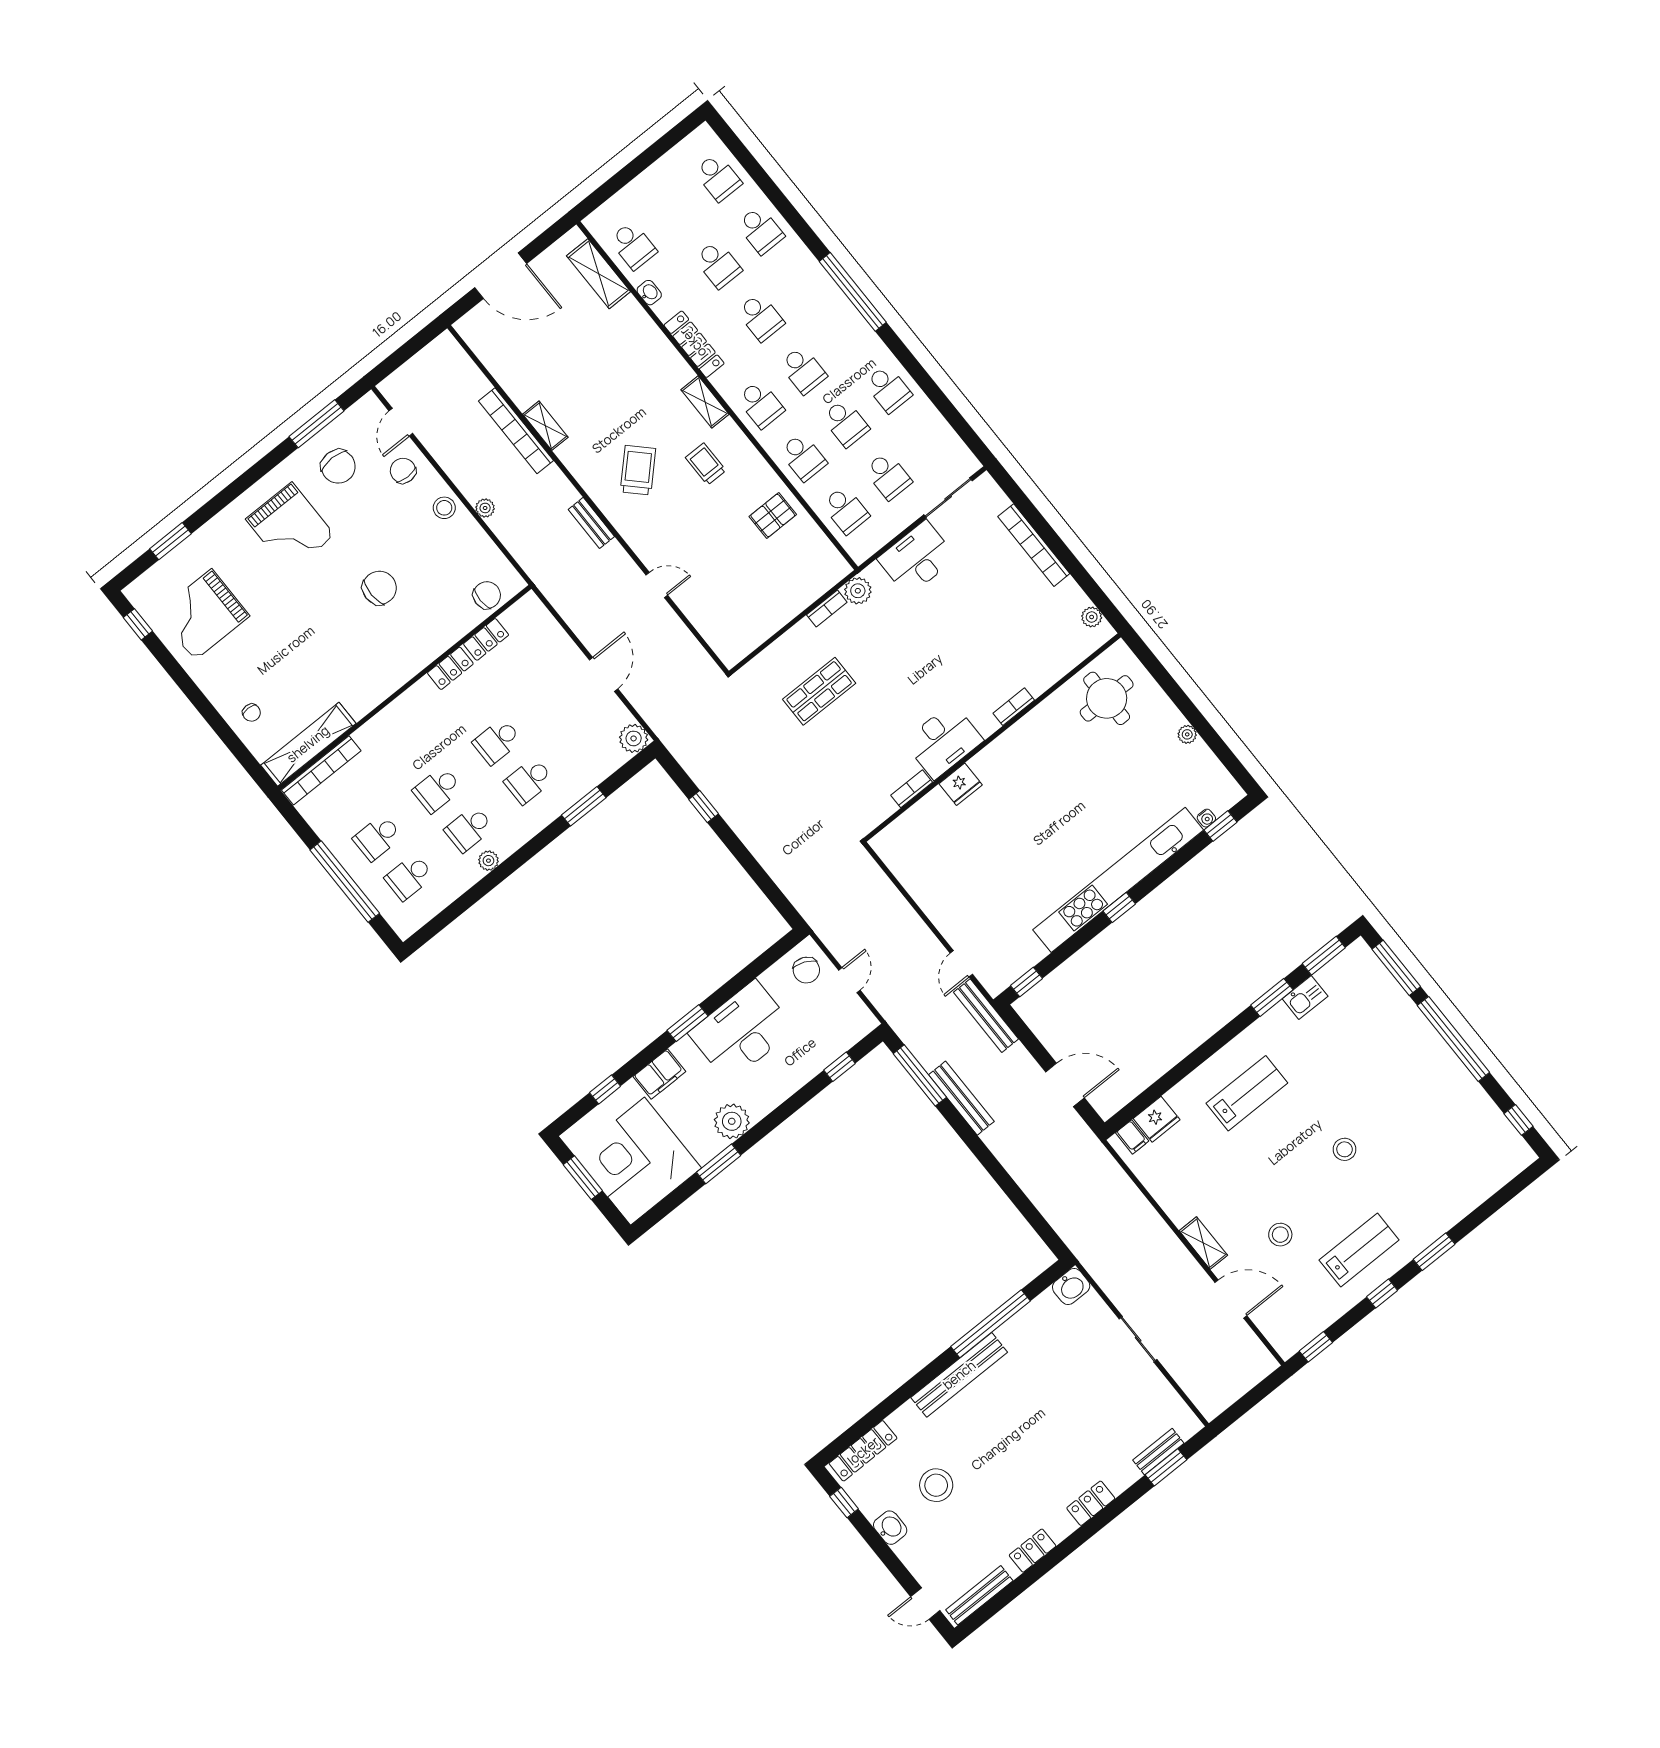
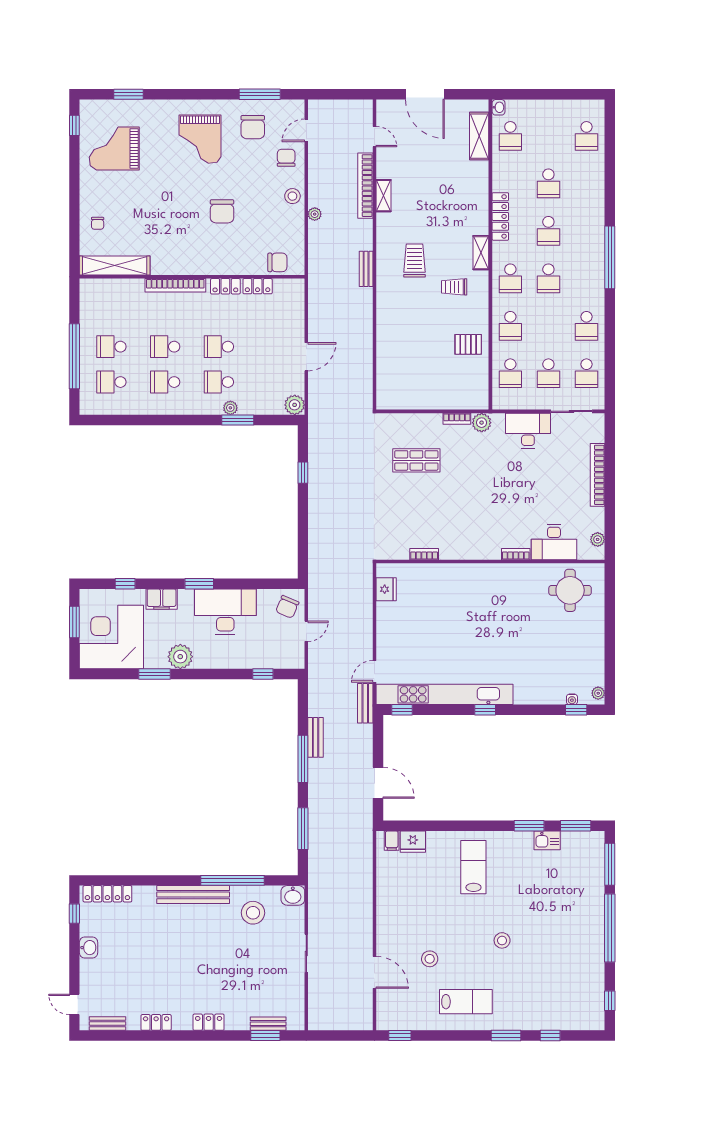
school desk: (760, 230) -> (586, 183), removed
washbasin: (649, 293) -> (499, 107), moved
school desk: (846, 423) -> (586, 373), moved
trolley: (706, 464) -> (454, 287), turned -90
trolley: (638, 470) -> (415, 261), turned -45
door: (657, 585) -> (374, 137), moved
chair: (379, 588) -> (222, 211), turned 91
plant: (1187, 734) -> (598, 693), moved
desk: (943, 741) -> (554, 542), moved
bookcase: (321, 770) -> (175, 285), moved
fridge: (961, 784) -> (386, 589), moved, turned -90
plant: (488, 861) -> (230, 408), moved
kitchen unit: (1118, 880) -> (445, 694), moved
bench: (986, 1016) -> (365, 703), width x0.73
window: (920, 1075) -> (303, 759), moved
lab bench: (1247, 1093) -> (473, 867), turned -90
bench: (961, 1098) -> (316, 737), width x0.73
window: (1022, 1203) -> (303, 829), added
shelving: (1203, 1243) -> (384, 930), removed
window: (1382, 1294) -> (550, 1036), moved
stool: (936, 1485) -> (253, 913), moved
bench: (979, 1595) -> (107, 1024), width x0.73

